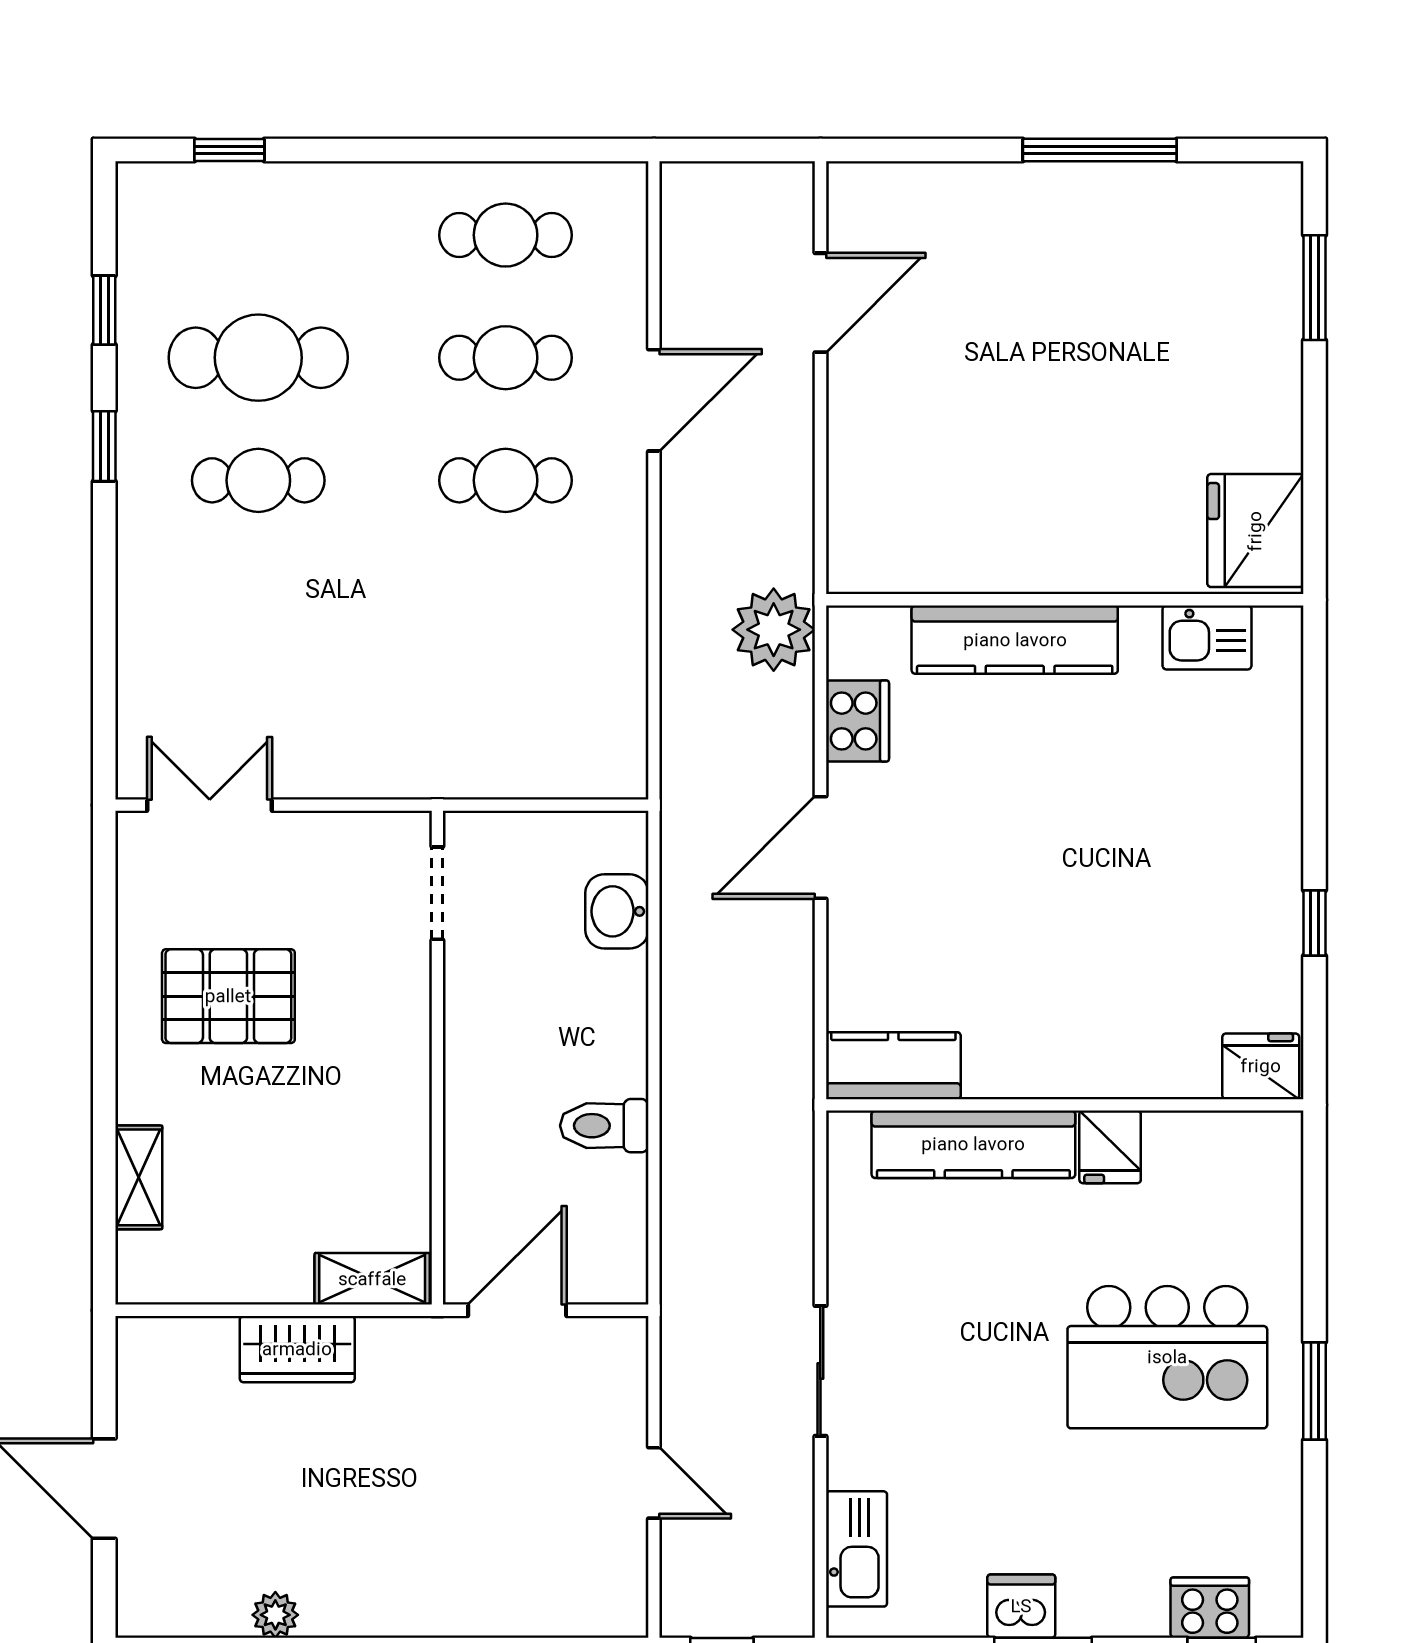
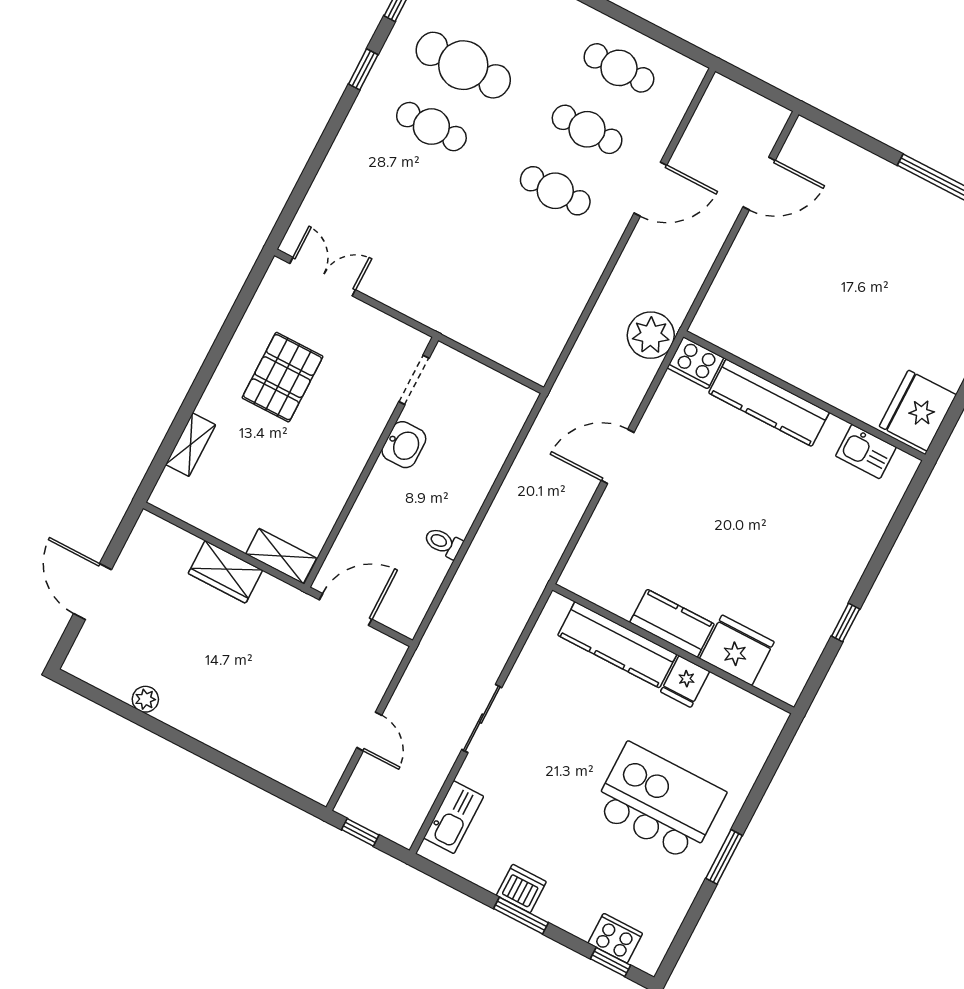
cooker: (857, 721) -> (696, 363), moved, turned 90
washbasin: (617, 911) -> (404, 445), moved, turned 180
pallet: (228, 996) -> (283, 377), turned 90
kitchen counter: (893, 1066) -> (672, 623), moved
fridge: (1261, 1066) -> (737, 650), moved, width x1.36, depth x1.34
toilet: (604, 1126) -> (443, 543), width x0.73, depth x0.72
kitchen island: (1167, 1357) -> (659, 802), turned 180

